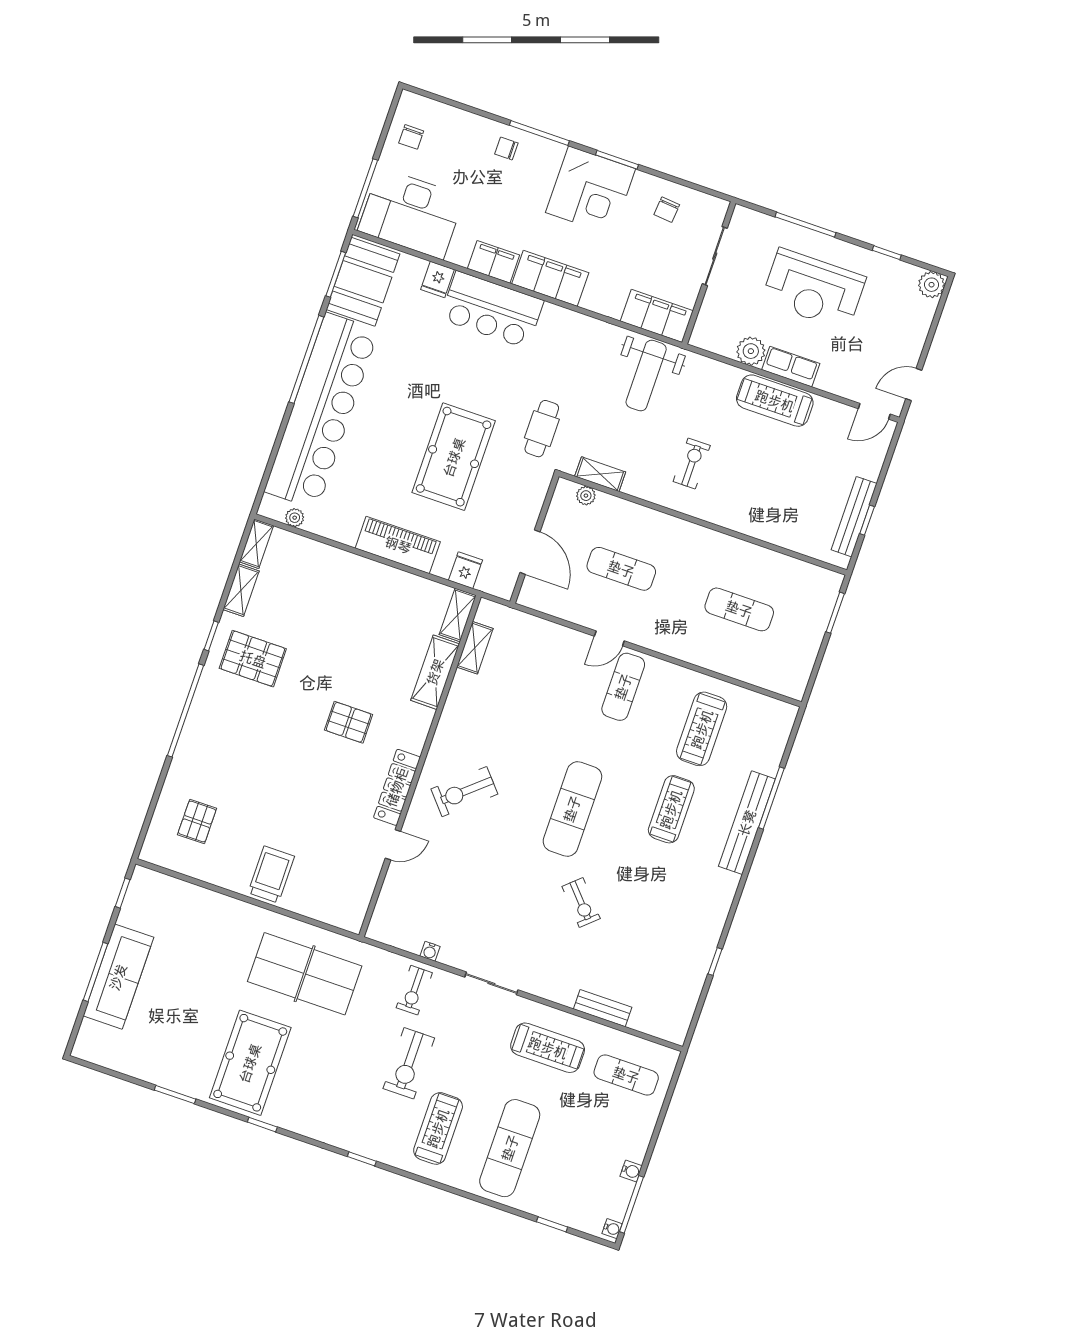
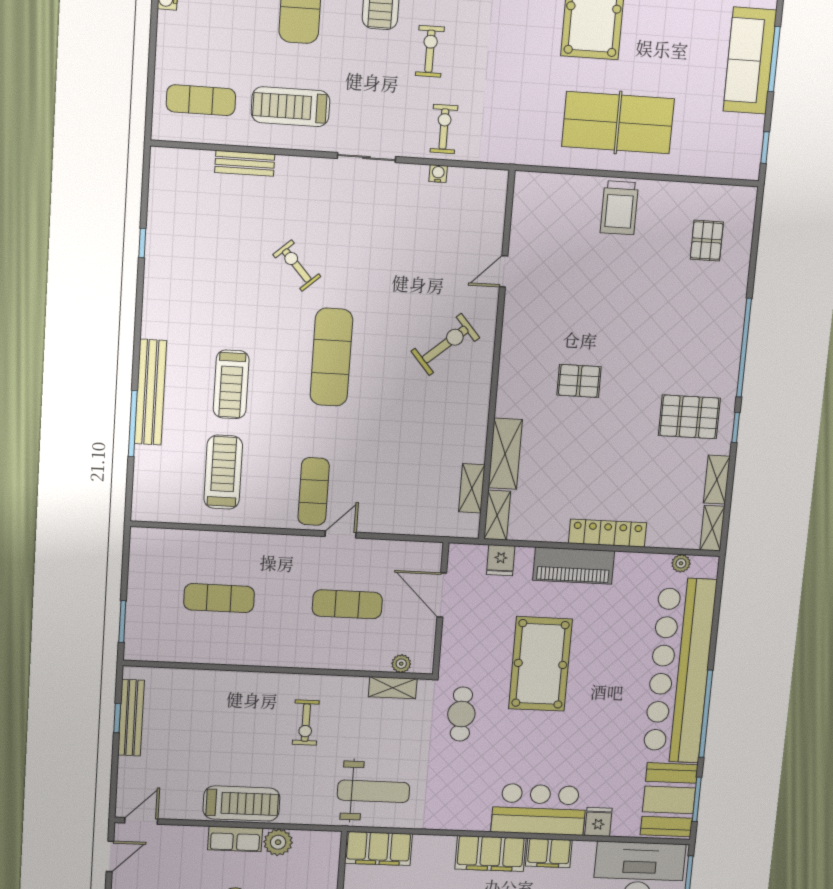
weight bench: (646, 376) -> (373, 791), turned 90
locker: (397, 787) -> (608, 533), moved, turned -90
table tennis table: (305, 974) -> (618, 123), moved
exercise bike: (409, 1063) -> (430, 51), width x0.73, depth x0.72

